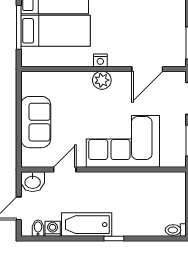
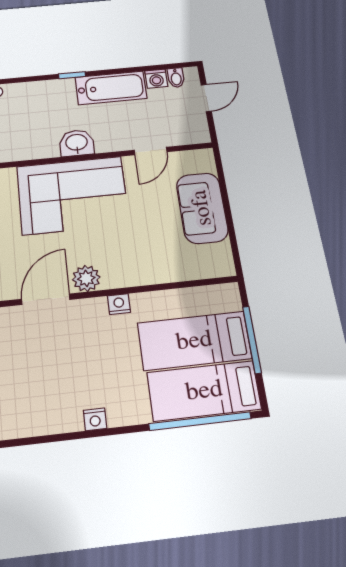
plant: (102, 80) -> (86, 278), moved
washbasin: (33, 182) -> (77, 143), moved

